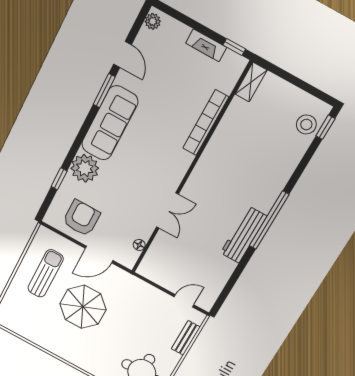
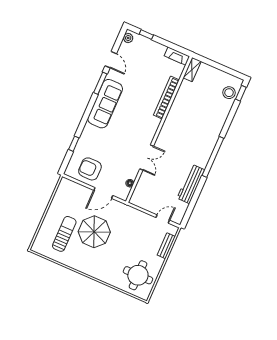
fireplace: (206, 45) -> (177, 56), moved
window: (234, 47) -> (146, 35), moved
plant: (85, 168) -> (90, 135), removed
armchair: (81, 218) -> (90, 169), turned -90
workbench: (244, 235) -> (191, 184), moved
sun lounger: (46, 273) -> (64, 234), moved

